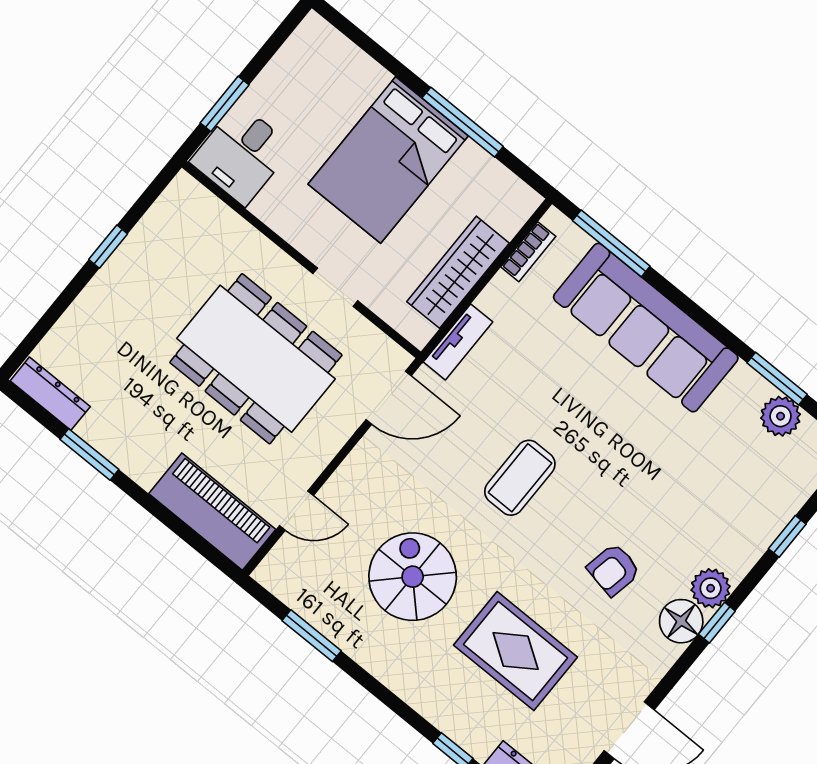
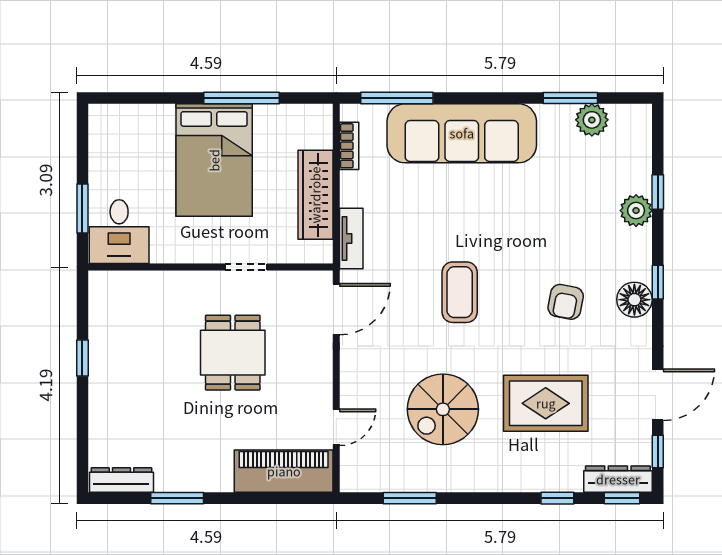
dining table: (256, 359) -> (233, 353), width x0.53, depth x0.80
spiral stairs: (413, 577) -> (443, 409), turned -90
plant: (711, 588) -> (636, 211), moved

